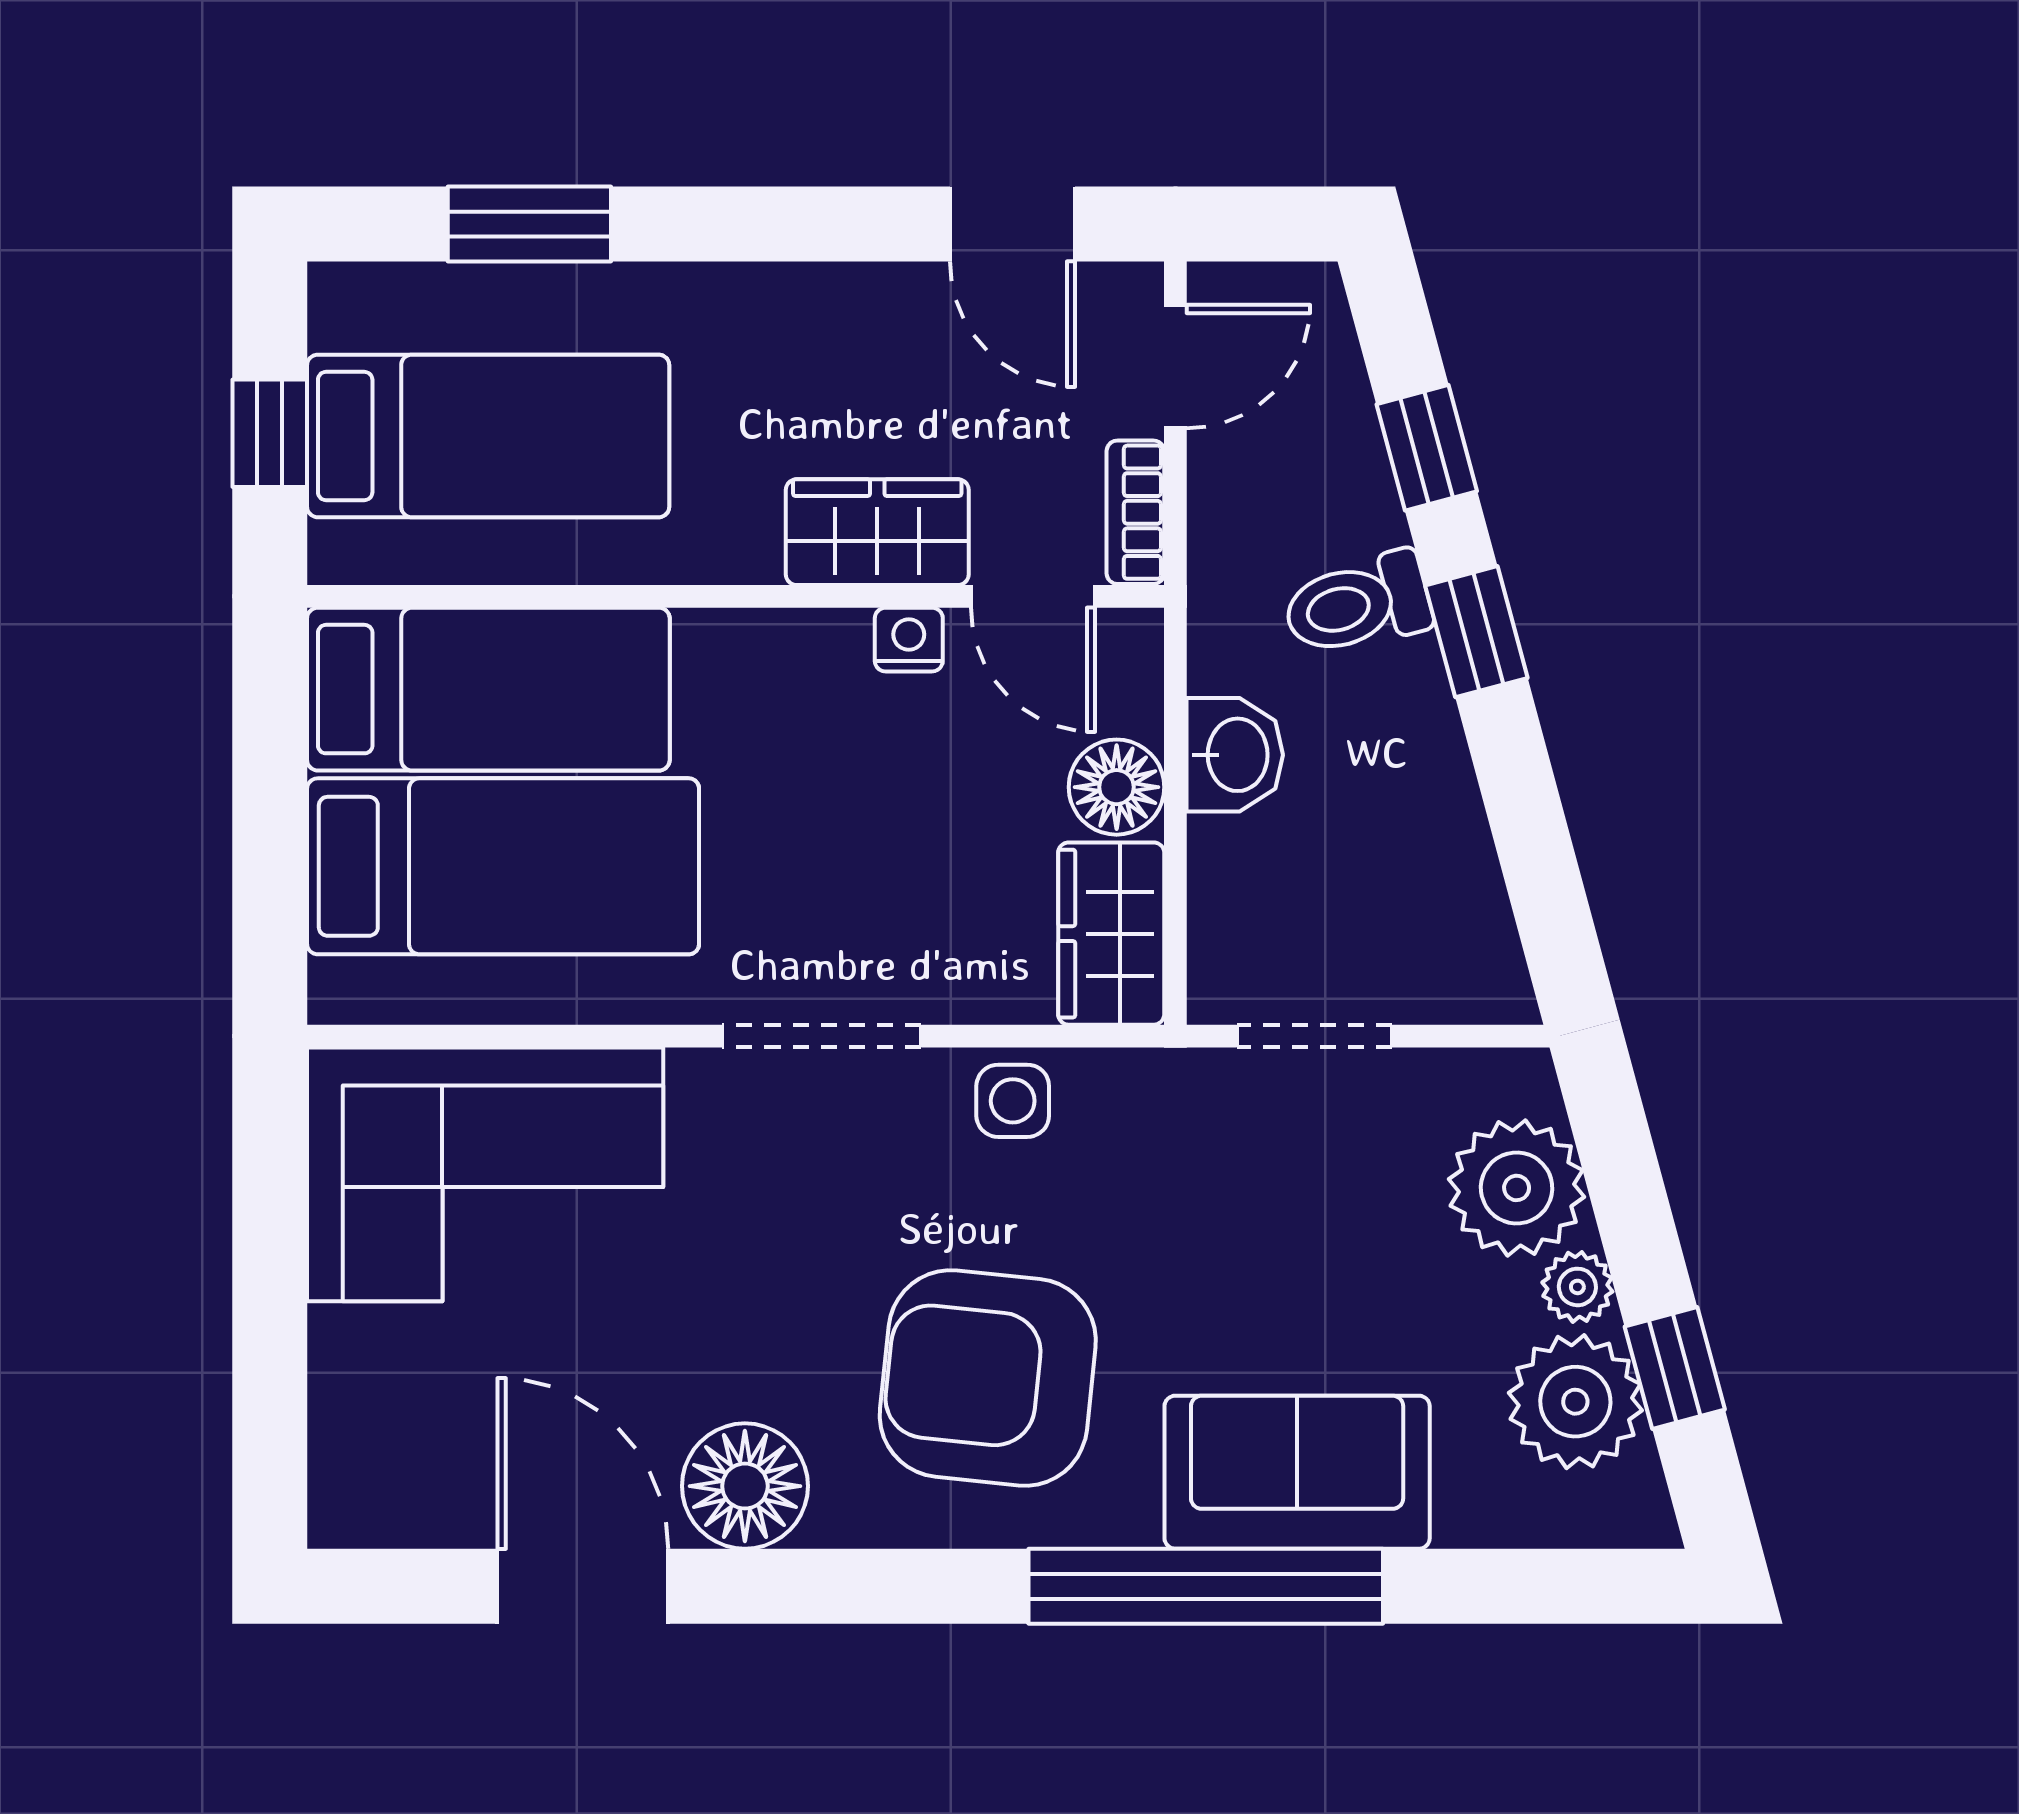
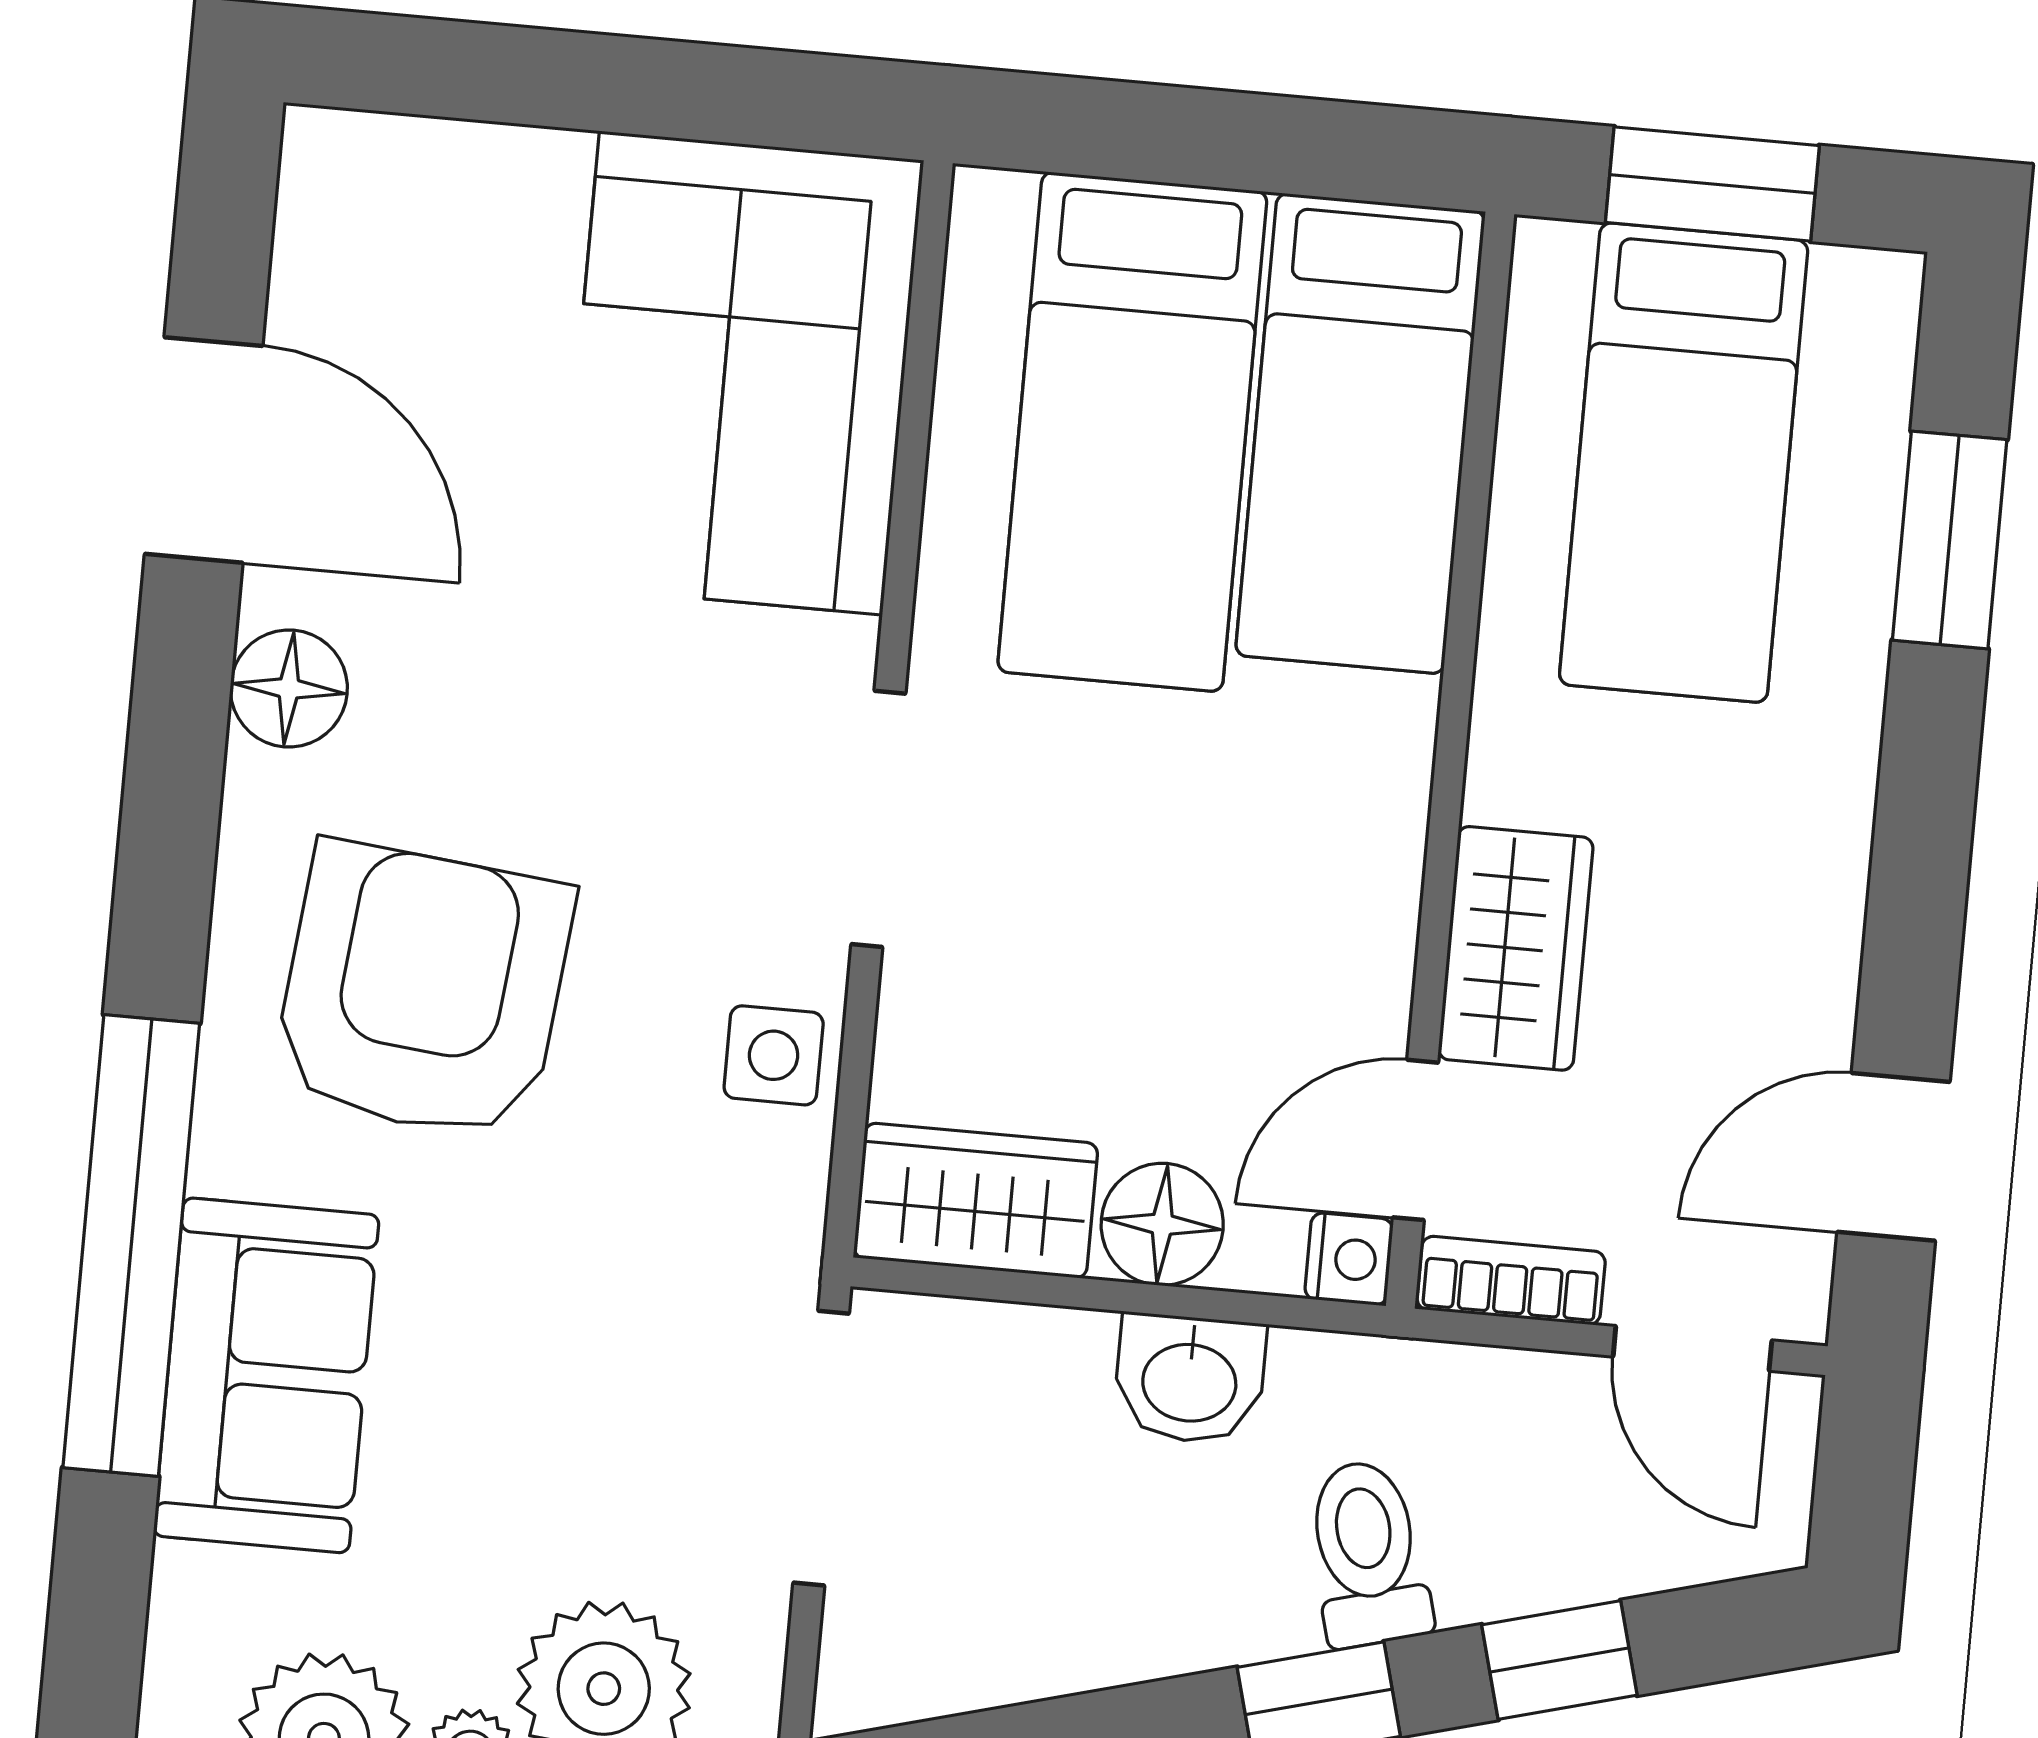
window: (270, 433) -> (1712, 184), width x1.50
nightstand: (909, 640) -> (1349, 1259), moved
doorway: (1314, 1036) -> (821, 1448), width x1.38
floor lamp: (745, 1486) -> (289, 688), width x0.73, depth x0.73
door: (583, 1586) -> (204, 450), hinge flipped

